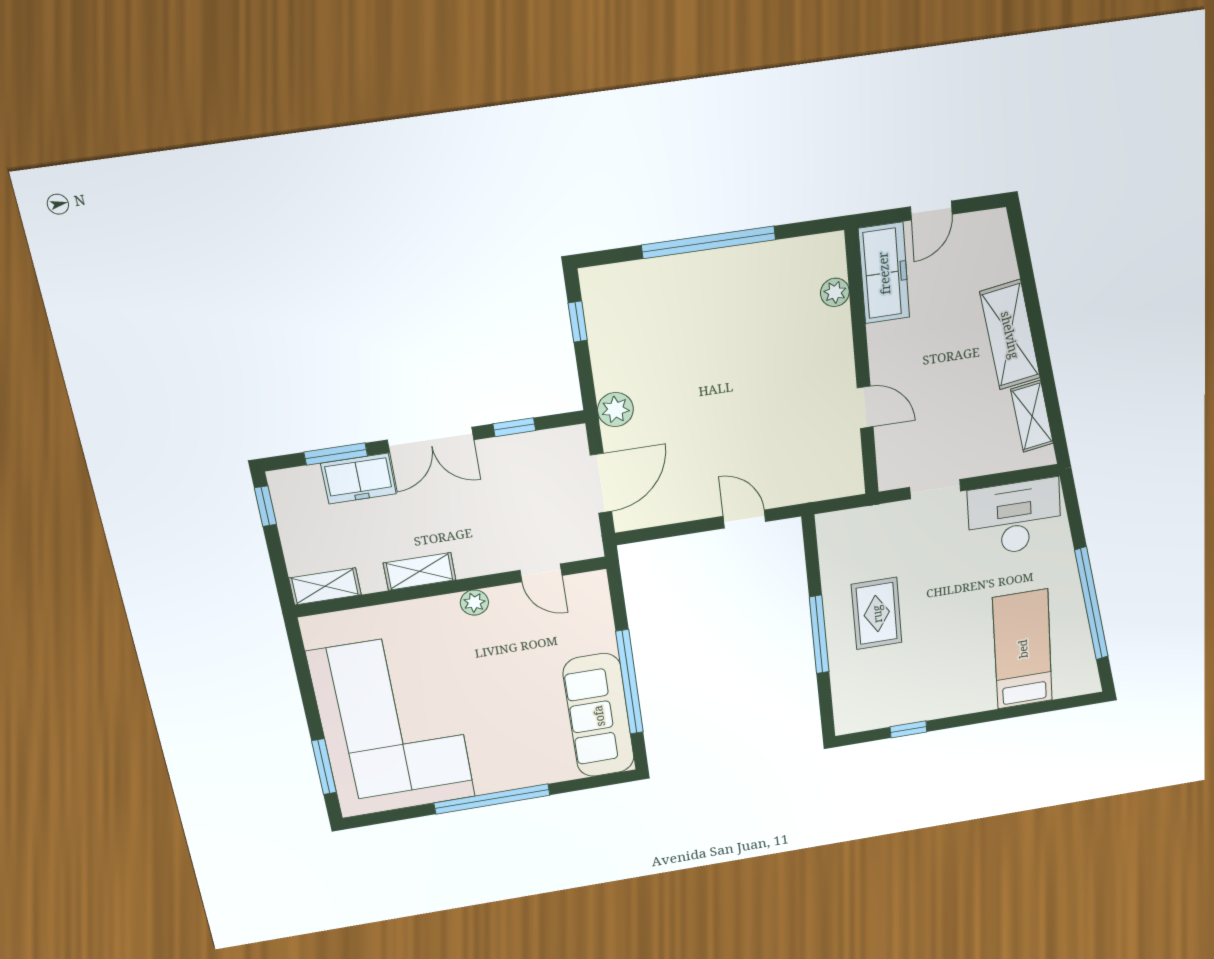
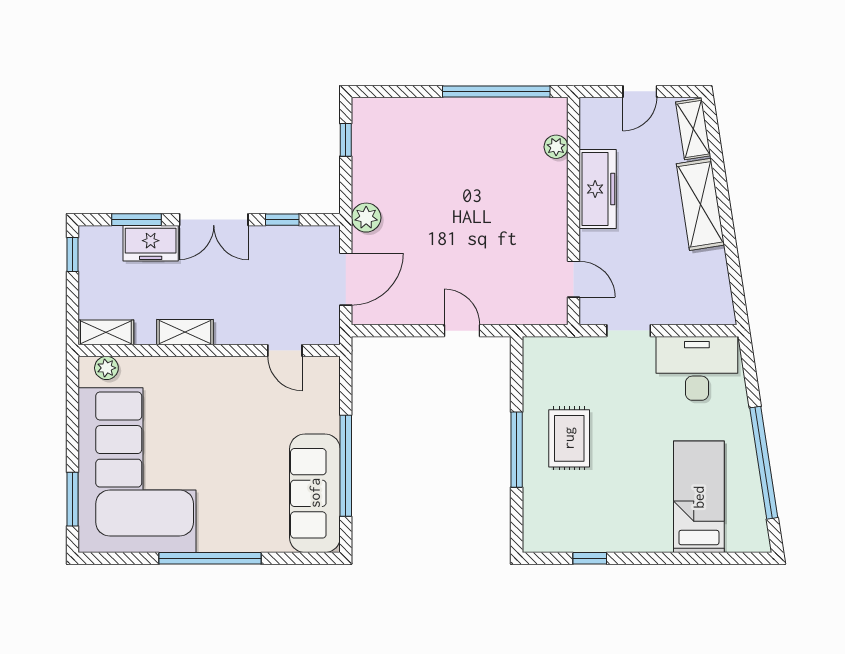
window: (709, 242) -> (496, 91), moved
freezer: (884, 273) -> (598, 189), moved
door: (865, 407) -> (574, 279), moved
shelving: (1032, 416) -> (693, 129), moved
plant: (474, 603) -> (106, 368), moved

